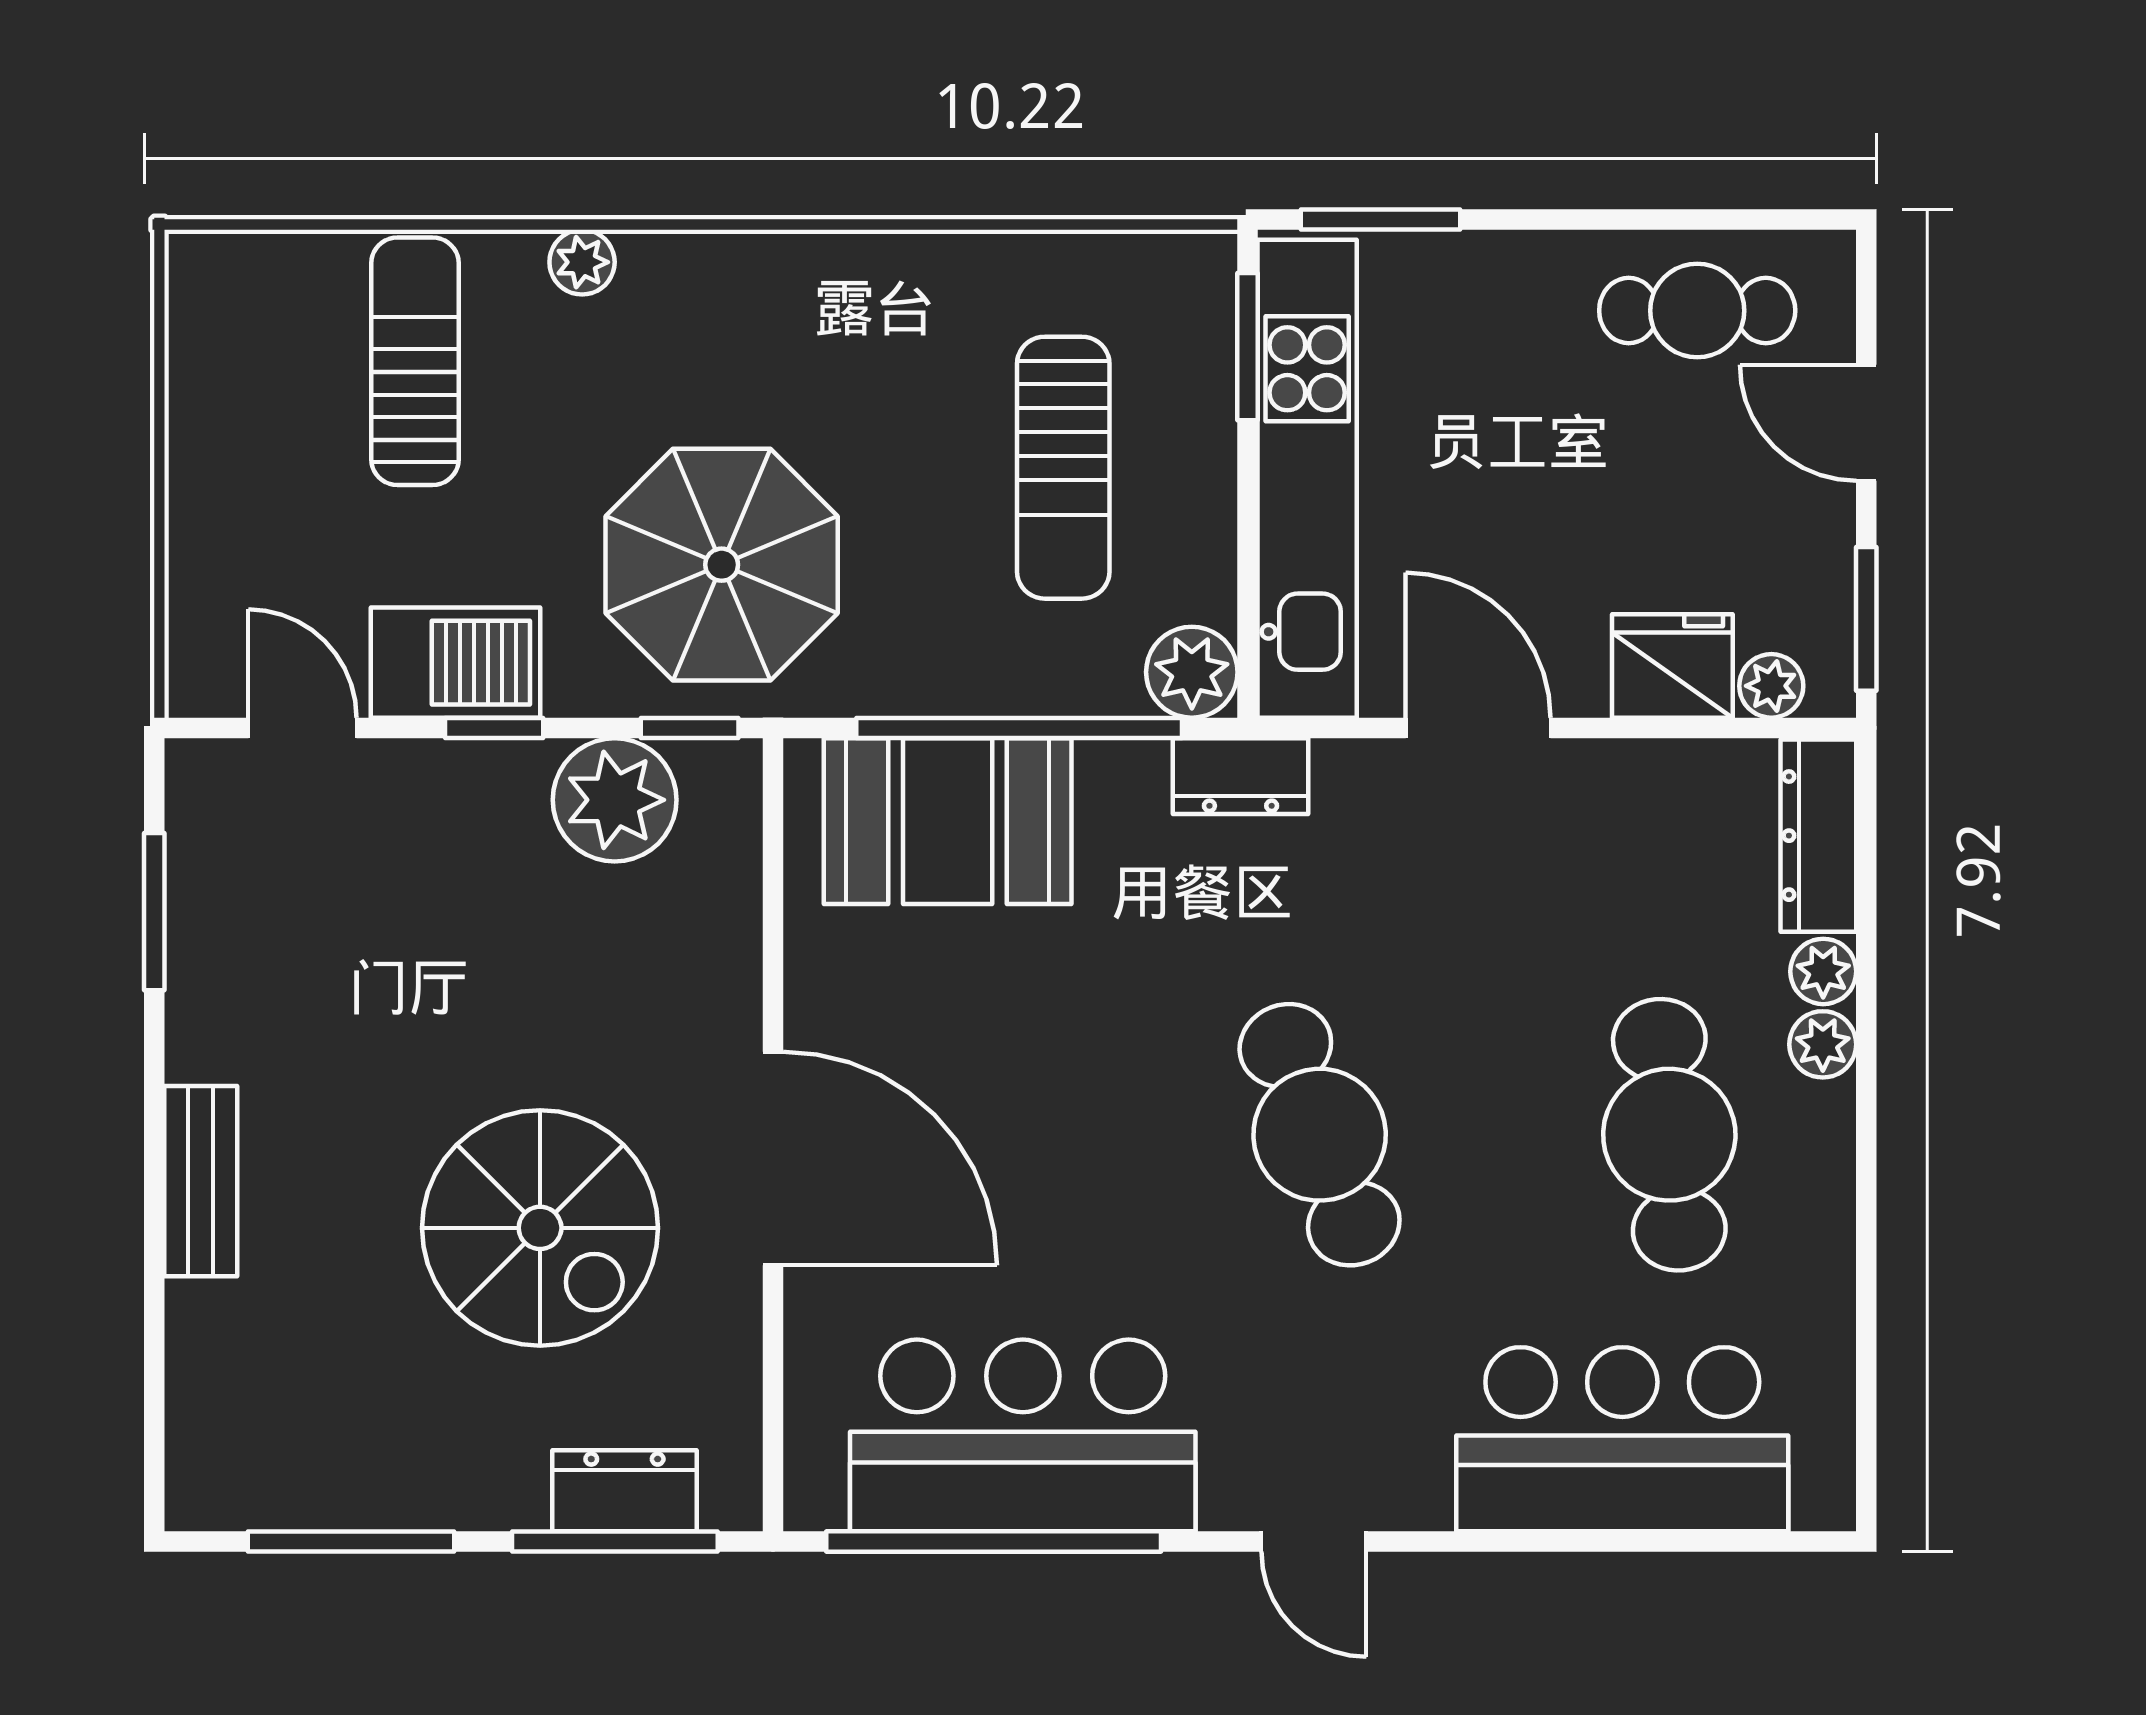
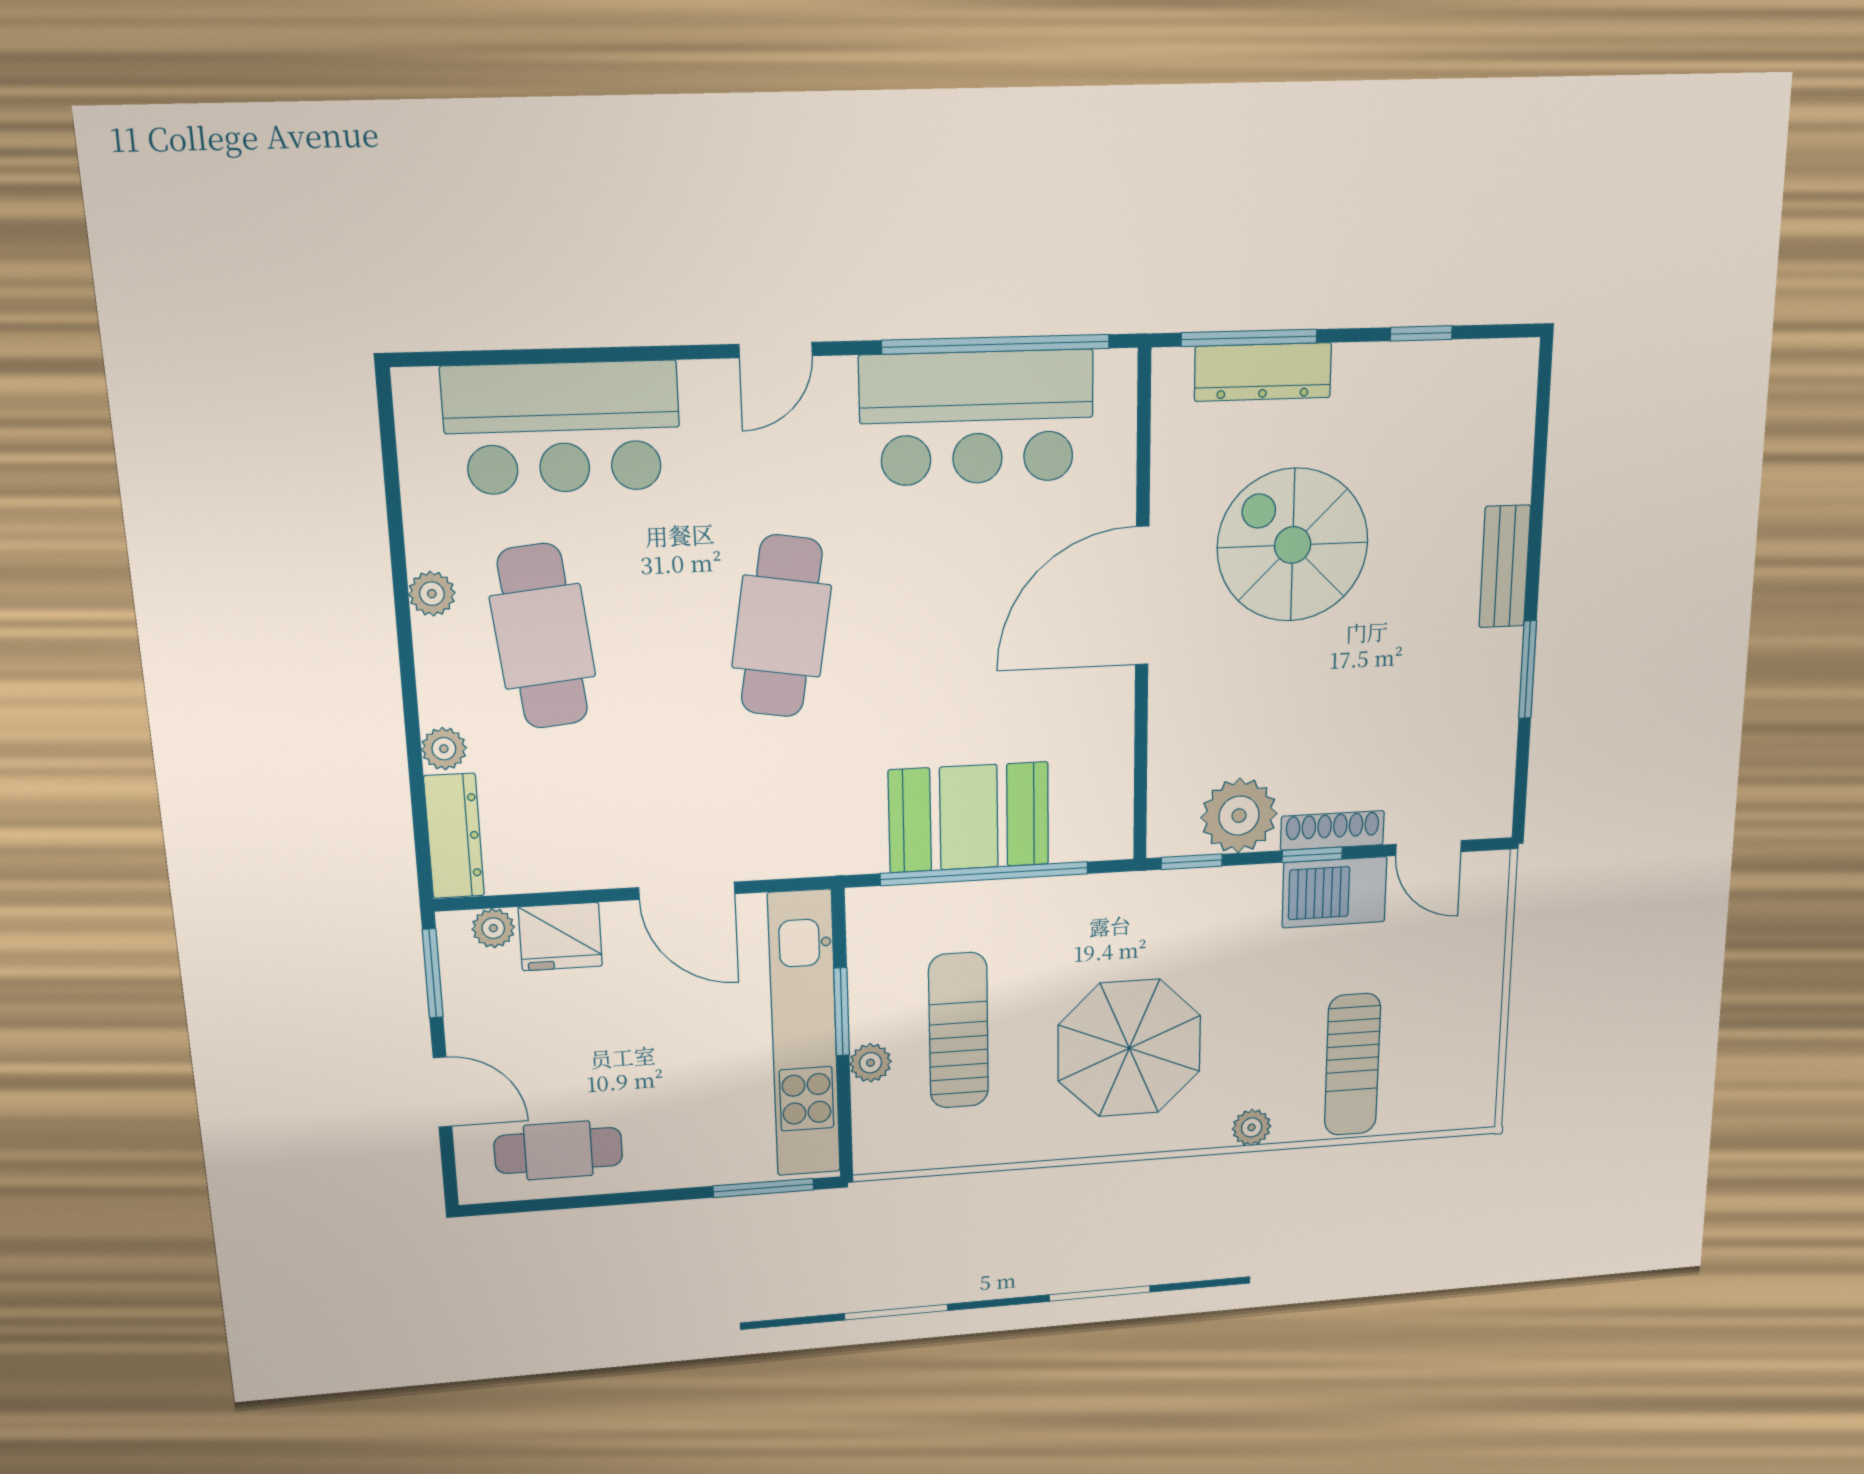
window: (1248, 347) -> (842, 1012), moved
parasol: (722, 565) -> (1129, 1048), moved
plant: (1192, 672) -> (871, 1063), moved, width x0.73, depth x0.73
shoe rack: (462, 767) -> (1332, 830), added
dresser: (1241, 776) -> (841, 852), removed
booth: (948, 821) -> (969, 817), moved
window: (154, 912) -> (1527, 670), moved
plant: (1823, 1044) -> (432, 594), moved
cafe table: (1320, 1135) -> (782, 626), turned 30
door: (773, 1159) -> (1142, 596), hinge flipped
dresser: (624, 1491) -> (1263, 372), width x1.44
window: (351, 1542) -> (1421, 333), width x0.46
door: (1314, 1542) -> (776, 350), swing flipped

